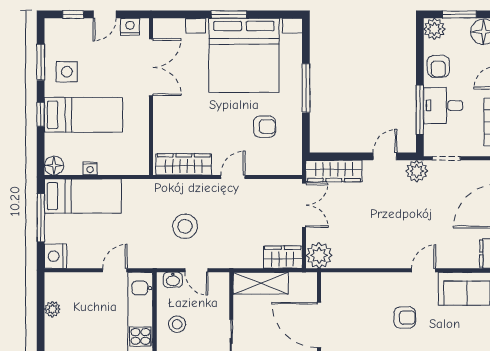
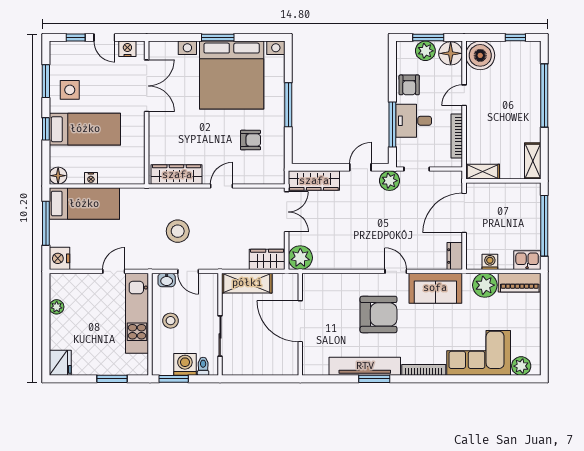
door: (105, 14) -> (104, 38), hinge flipped
plant: (434, 29) -> (425, 51), moved
door: (424, 270) -> (396, 271), hinge flipped
armchair: (405, 318) -> (378, 314), width x1.88, depth x1.88

